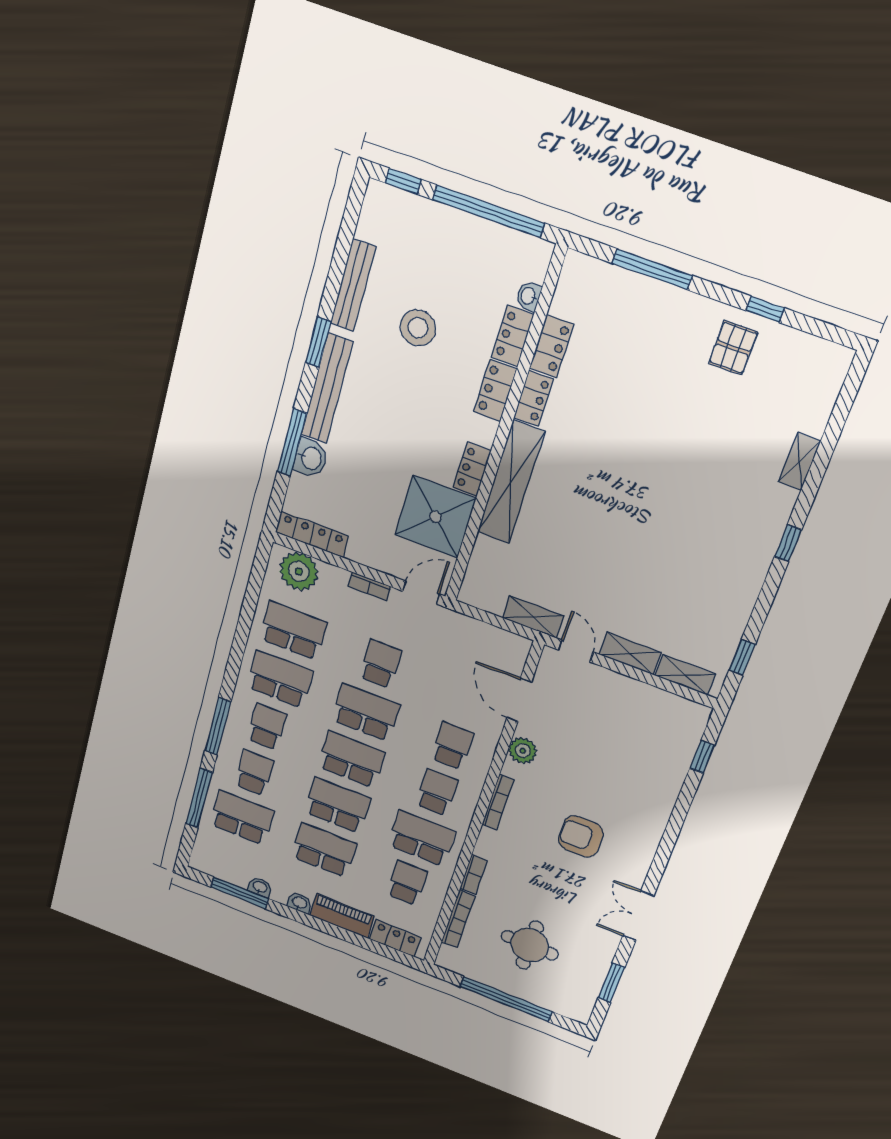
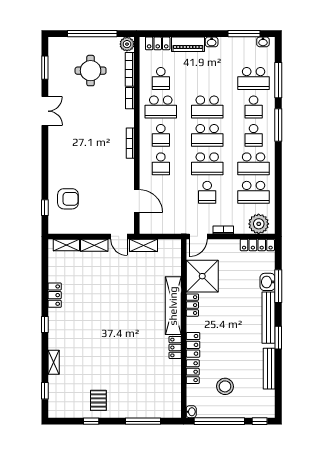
washbasin: (529, 296) -> (191, 412), moved
stool: (418, 328) -> (225, 386), moved
locker: (552, 346) -> (55, 295), moved, turned 180
window: (742, 657) -> (45, 391), moved
plant: (523, 751) -> (127, 44), moved
armchair: (581, 837) -> (68, 199), moved
school desk: (324, 850) -> (207, 78), removed
washbasin: (260, 887) -> (263, 42), moved

